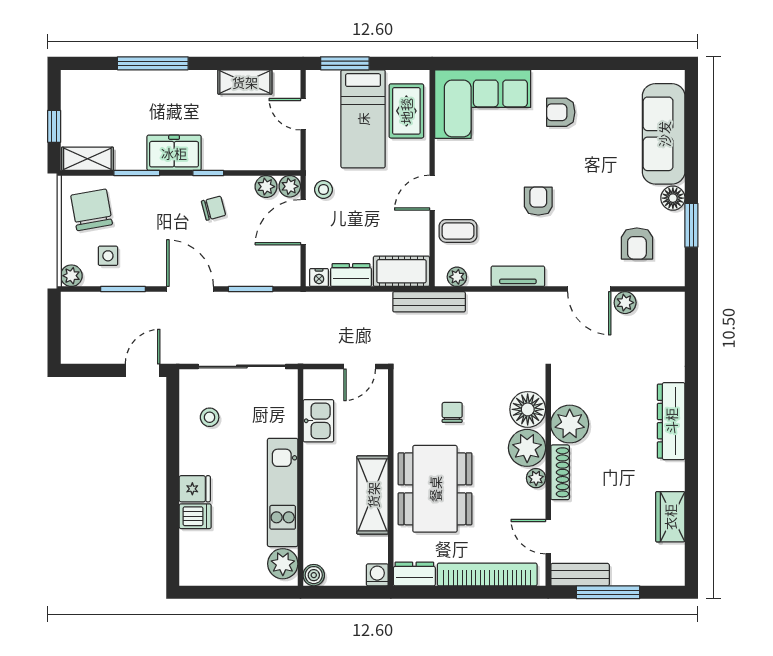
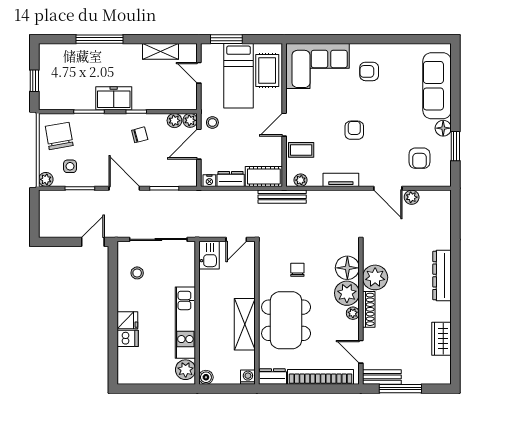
shelving: (87, 159) -> (56, 102), removed
kitchen sink: (318, 421) -> (209, 255), moved

